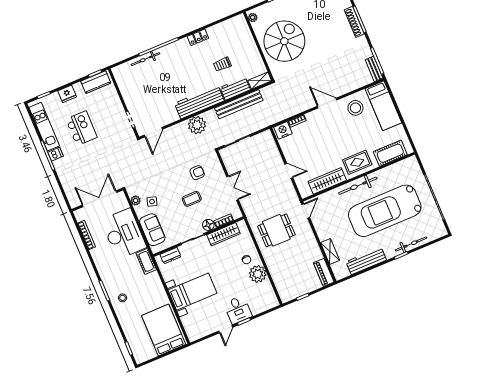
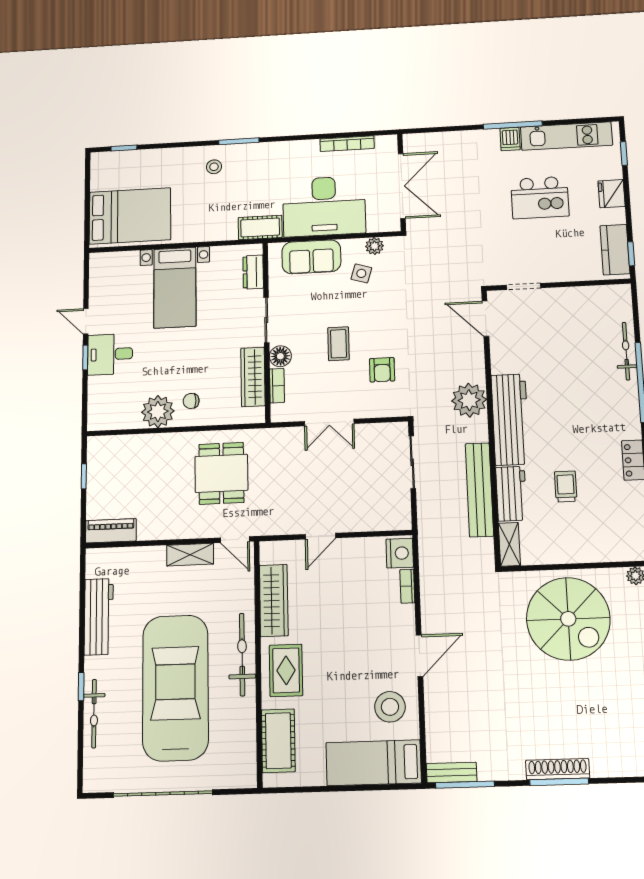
shelving: (330, 251) -> (190, 555), moved

